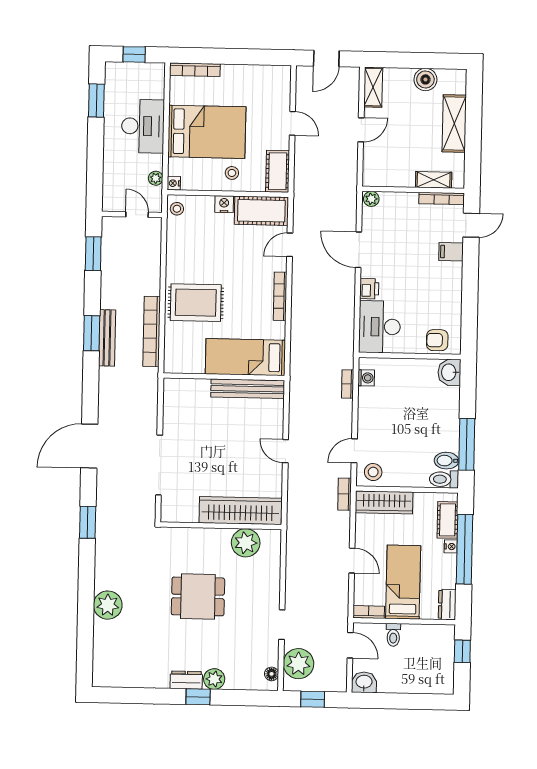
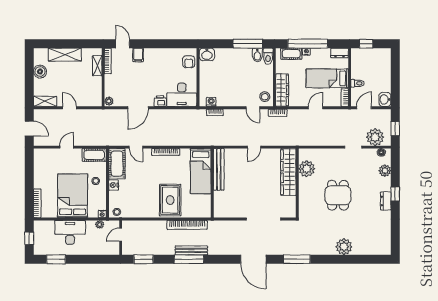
window: (92, 333) -> (189, 259), width x1.44
window: (88, 522) -> (297, 259), width x1.44
plant: (214, 679) -> (385, 171), moved

